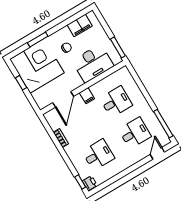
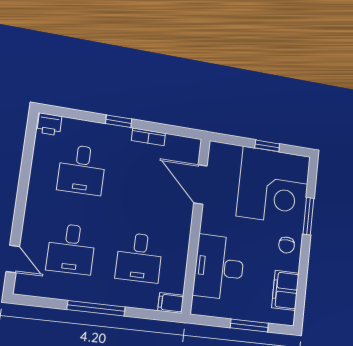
window: (118, 47) -> (249, 325), moved
chair: (66, 48) -> (287, 245), moved
filing cabinet: (87, 96) -> (171, 303), moved
window: (163, 124) -> (96, 308), moved
window: (80, 182) -> (119, 121), moved

